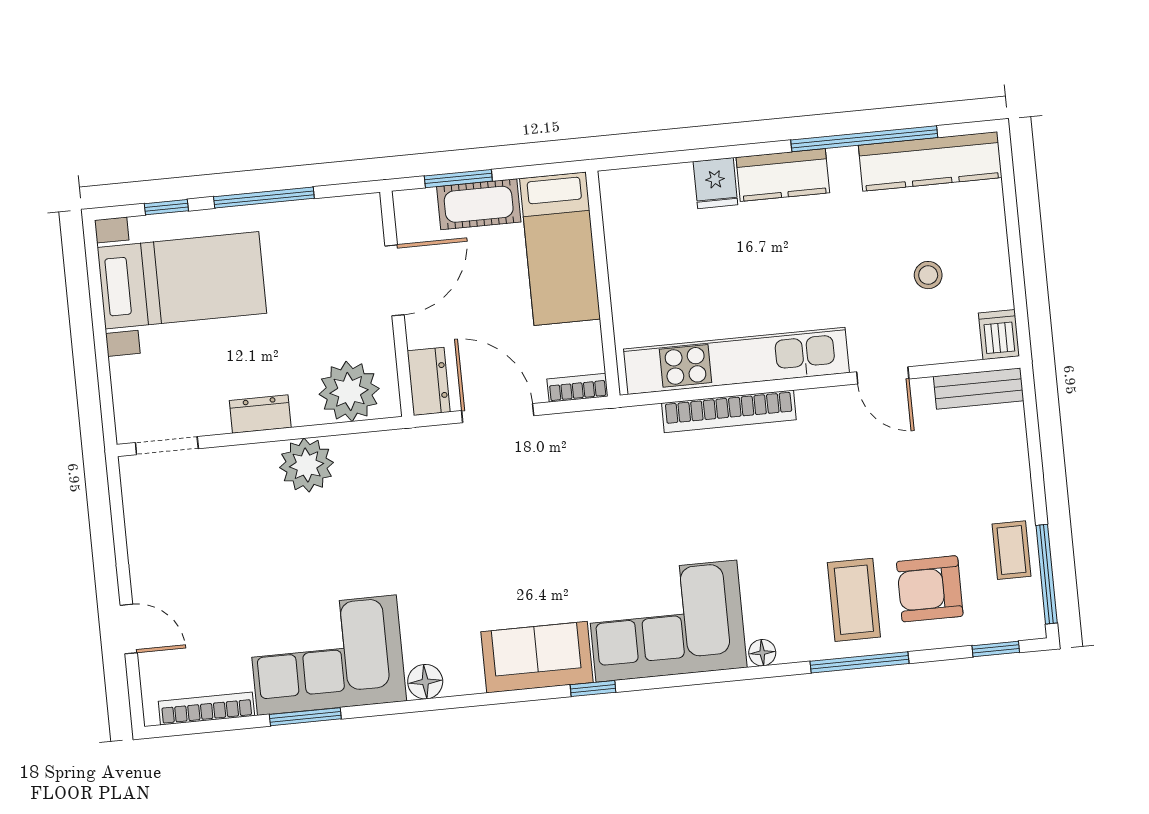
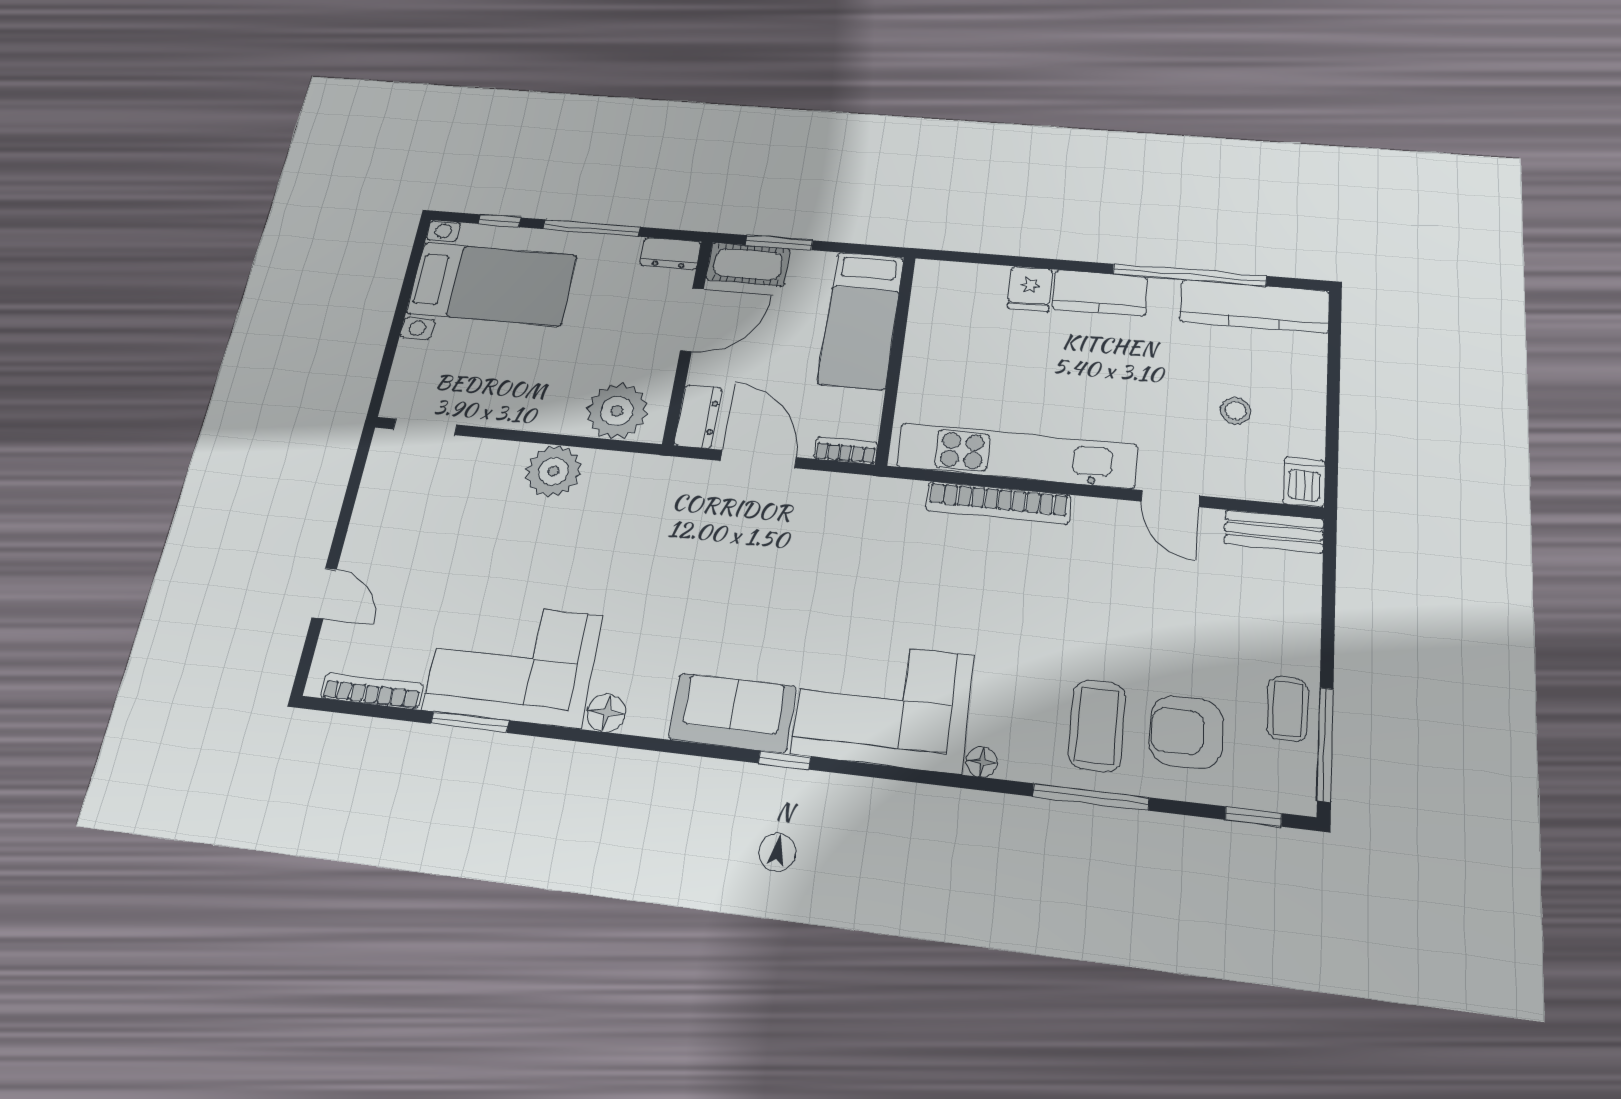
cot: (479, 204) -> (748, 264), moved
dresser: (260, 414) -> (670, 253), moved, turned 180

